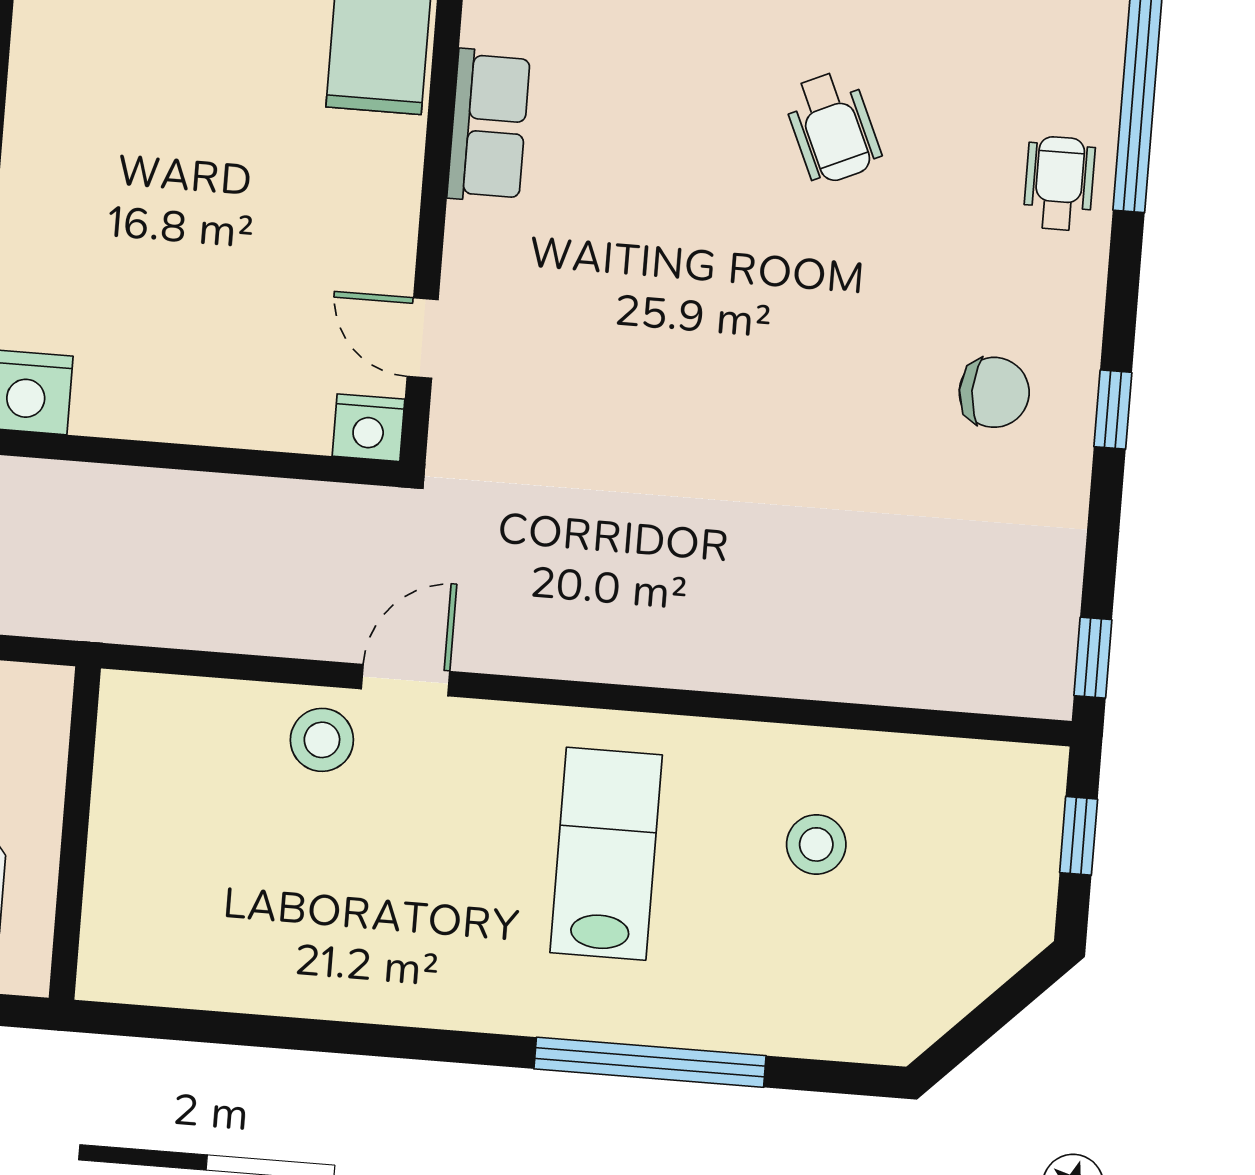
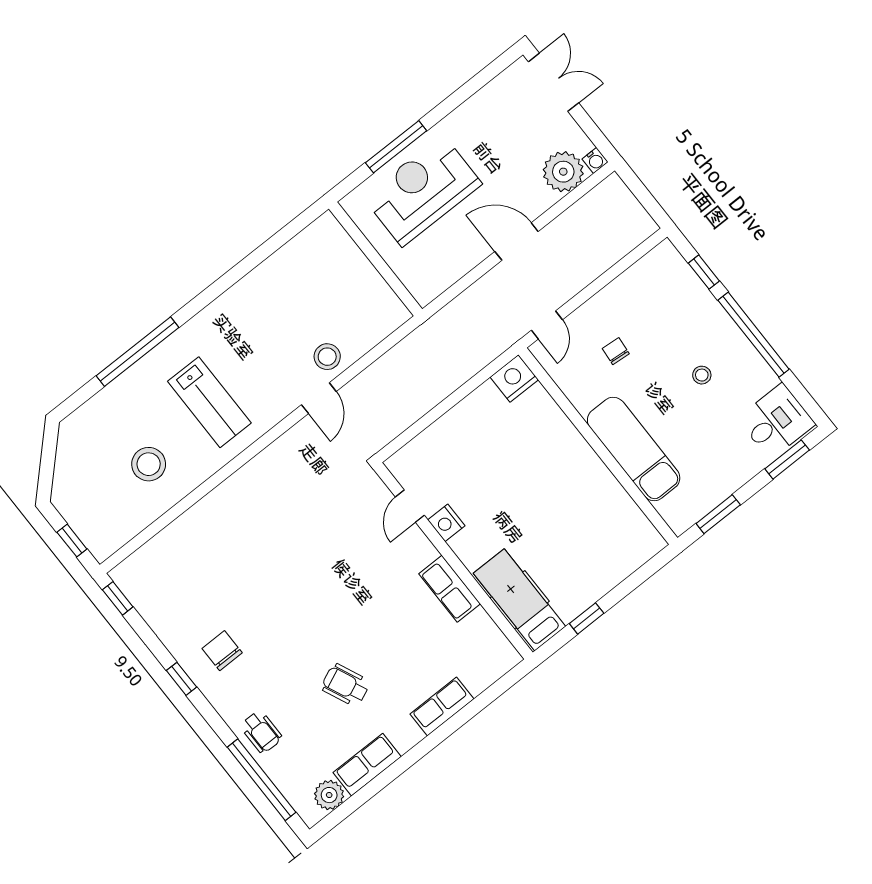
door: (423, 338) -> (410, 506), swing flipped
chair: (994, 392) -> (222, 651), turned 90
nightstand: (368, 428) -> (446, 523), moved, turned -90
stool: (816, 844) -> (149, 464), width x1.38, depth x1.38

